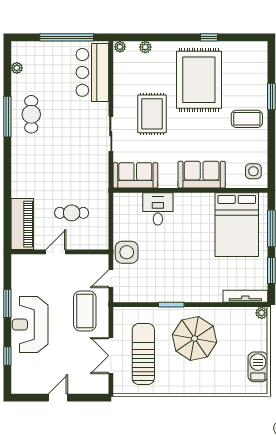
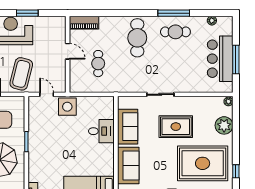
window: (67, 37) -> (236, 60), width x0.68
plant: (145, 47) -> (224, 125), width x1.88, depth x1.88
bar counter: (92, 72) -> (220, 59), moved, turned -90
cafe table: (39, 163) -> (137, 38), added
sofa: (135, 175) -> (128, 127), moved
piano: (22, 224) -> (84, 23), width x0.73, depth x0.75
coffee table: (85, 311) -> (21, 74), turned -76

